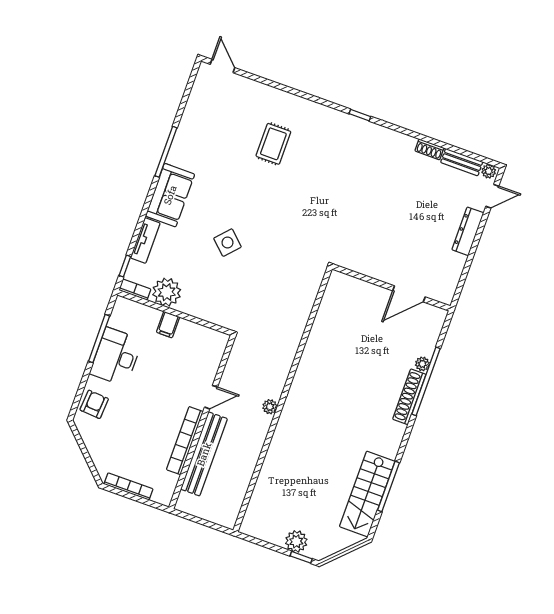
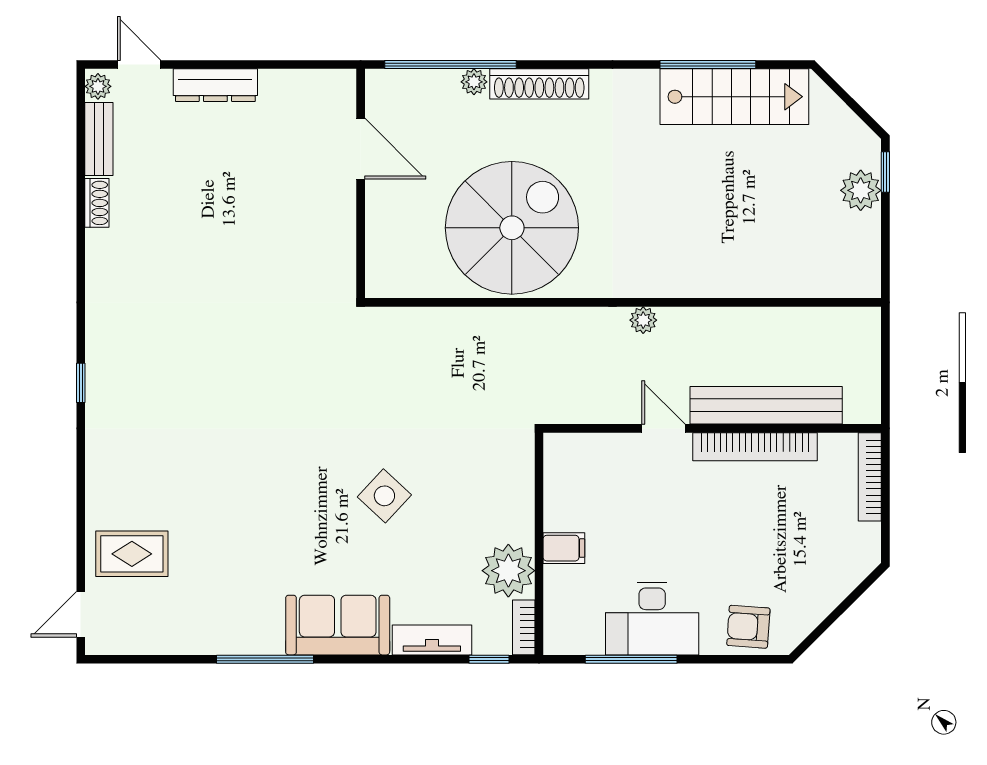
window: (360, 115) -> (81, 383), moved
rug: (273, 144) -> (132, 554), moved
spiral stairs: (341, 357) -> (512, 228), added
window: (426, 381) -> (450, 65), moved
bookcase: (128, 487) -> (870, 477), moved

